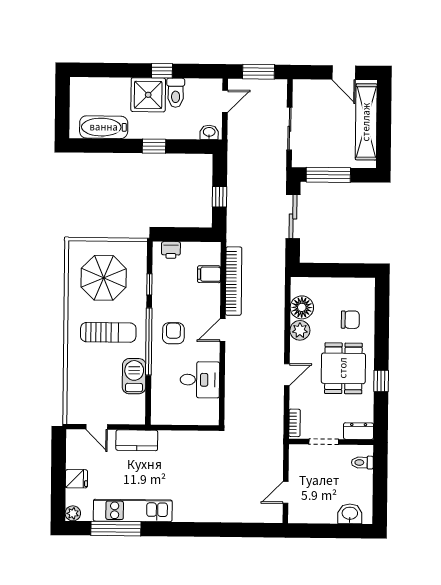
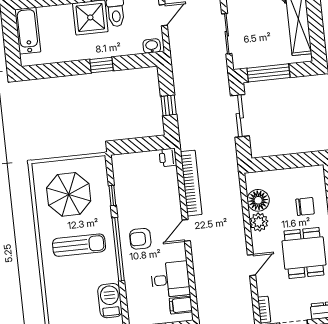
bathtub: (104, 127) -> (28, 31), moved, turned 90
printer: (171, 250) -> (168, 157), moved, turned 90
filing cabinet: (209, 274) -> (181, 305), moved
armchair: (173, 333) -> (140, 239), turned -90
barbecue: (134, 376) -> (110, 301), moved

